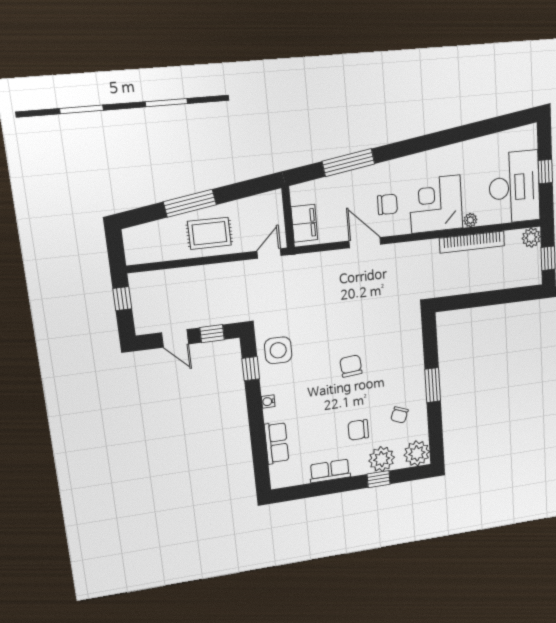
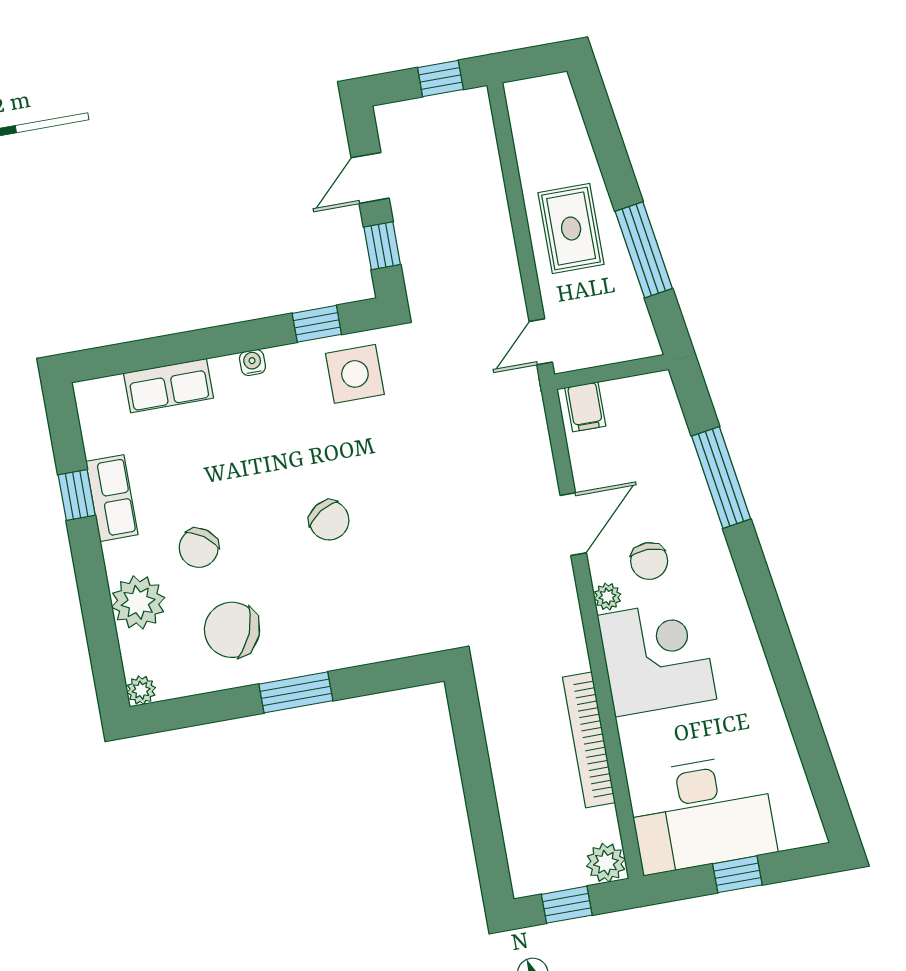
window: (190, 203) -> (644, 250), moved
plant: (470, 220) -> (607, 597), moved
filing cabinet: (304, 223) -> (585, 407), width x0.50
door: (269, 253) -> (541, 342), swing flipped
chair: (351, 366) -> (329, 520), turned 63
chair: (399, 415) -> (232, 630), width x1.87, depth x1.87
chair: (358, 430) -> (199, 548), turned -144
plant: (417, 453) -> (141, 690), width x0.53, depth x0.53
window: (379, 479) -> (77, 495), moved

